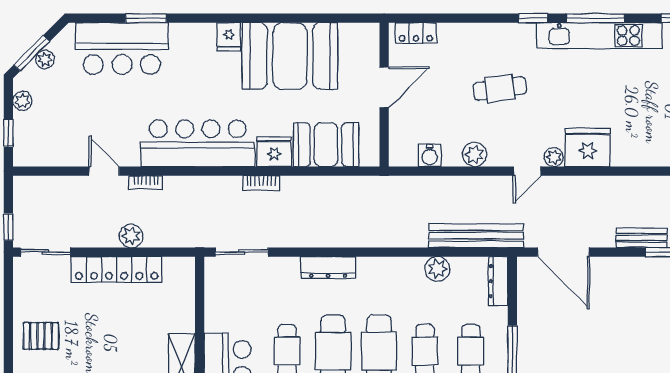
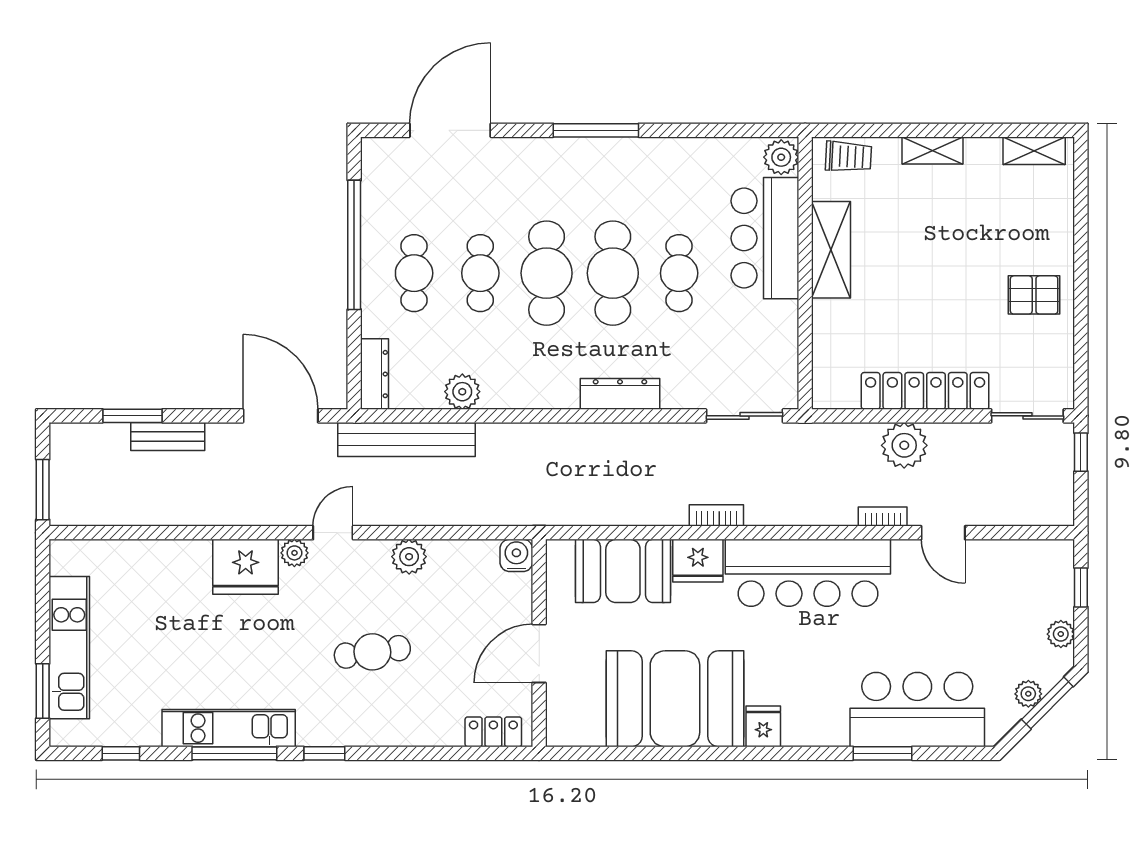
kitchen unit: (599, 36) -> (229, 728), width x0.73
water cooler: (430, 155) -> (516, 555), moved
plant: (131, 236) -> (904, 445), width x1.36, depth x1.36

